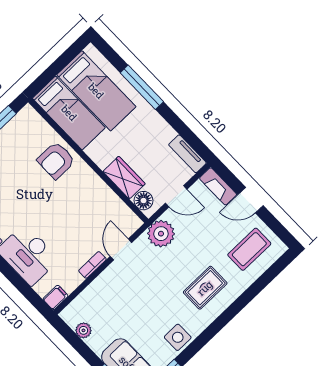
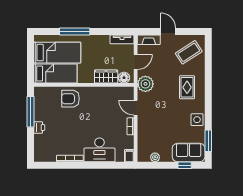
armchair: (56, 160) -> (70, 99), turned 90
door: (250, 200) -> (168, 31), swing flipped
coffee table: (249, 249) -> (189, 52), turned 57

